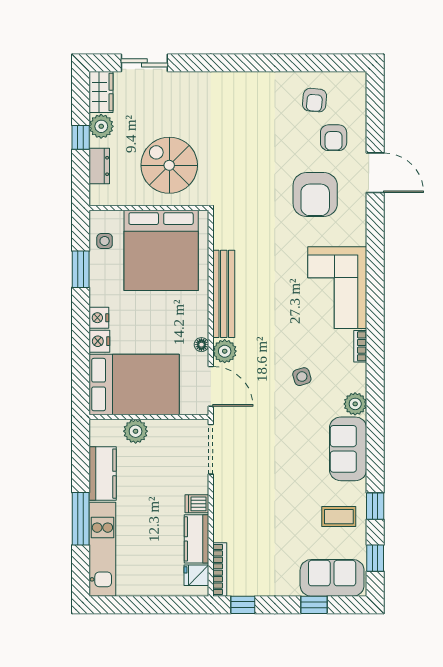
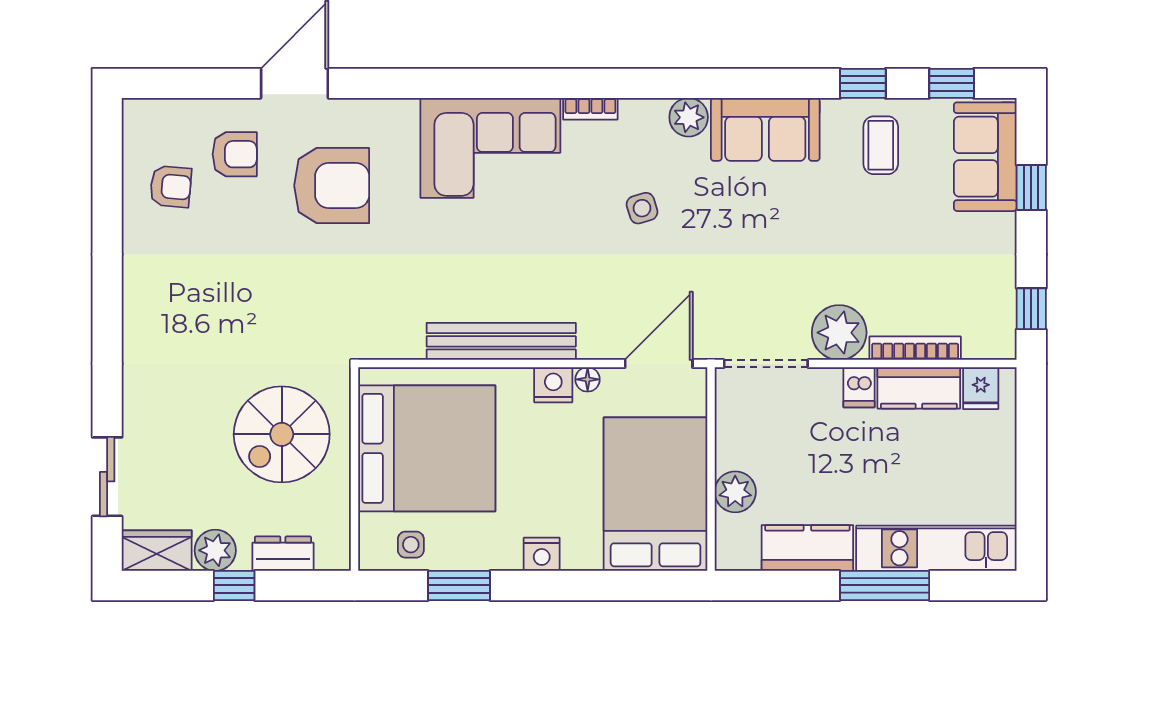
nightstand: (99, 341) -> (553, 385), moved, turned 180
plant: (225, 351) -> (839, 333), moved, width x1.36, depth x1.36
bookcase: (220, 569) -> (915, 348), moved

